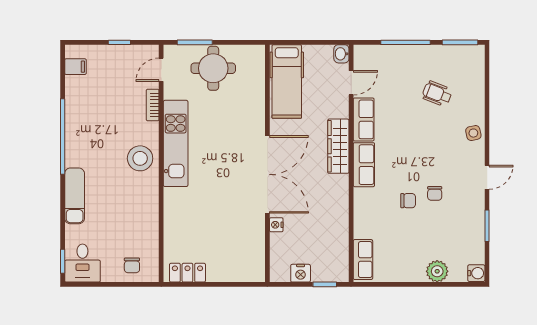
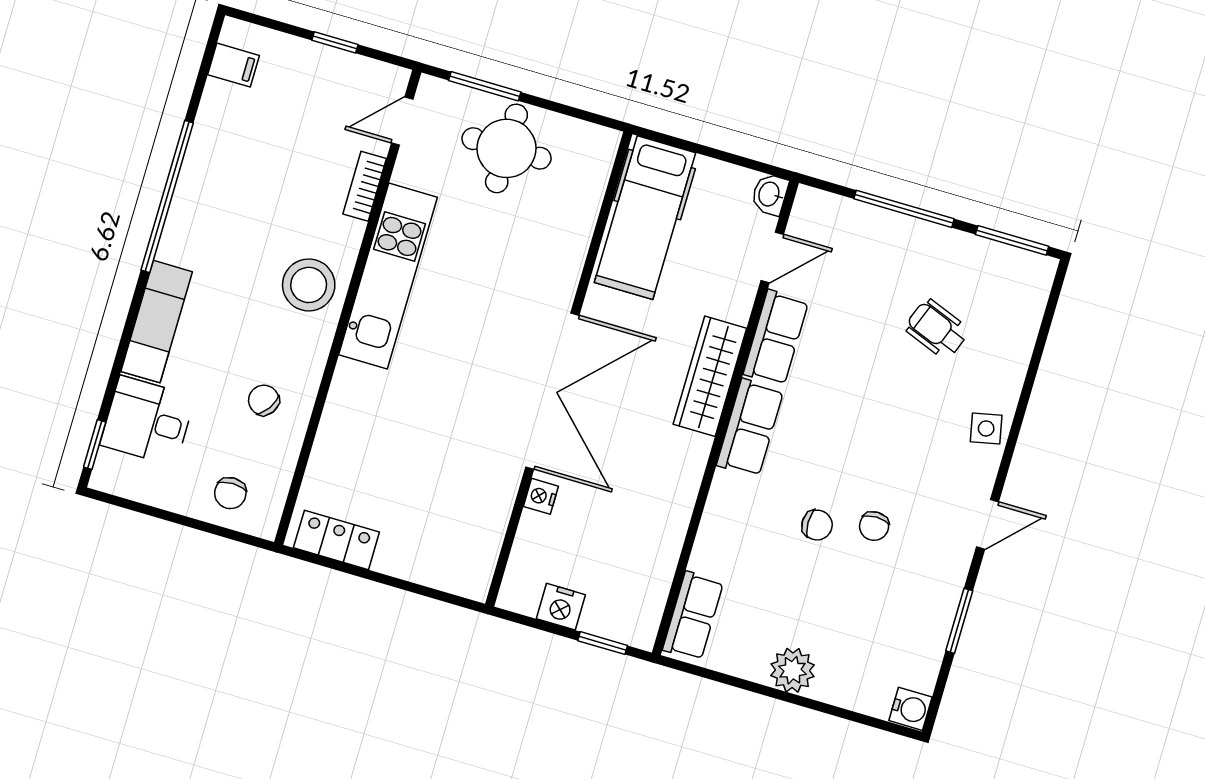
chair: (135, 218) -> (264, 400), added
desk: (82, 263) -> (148, 421), moved, turned 90
plant: (437, 271) -> (792, 670), moved

